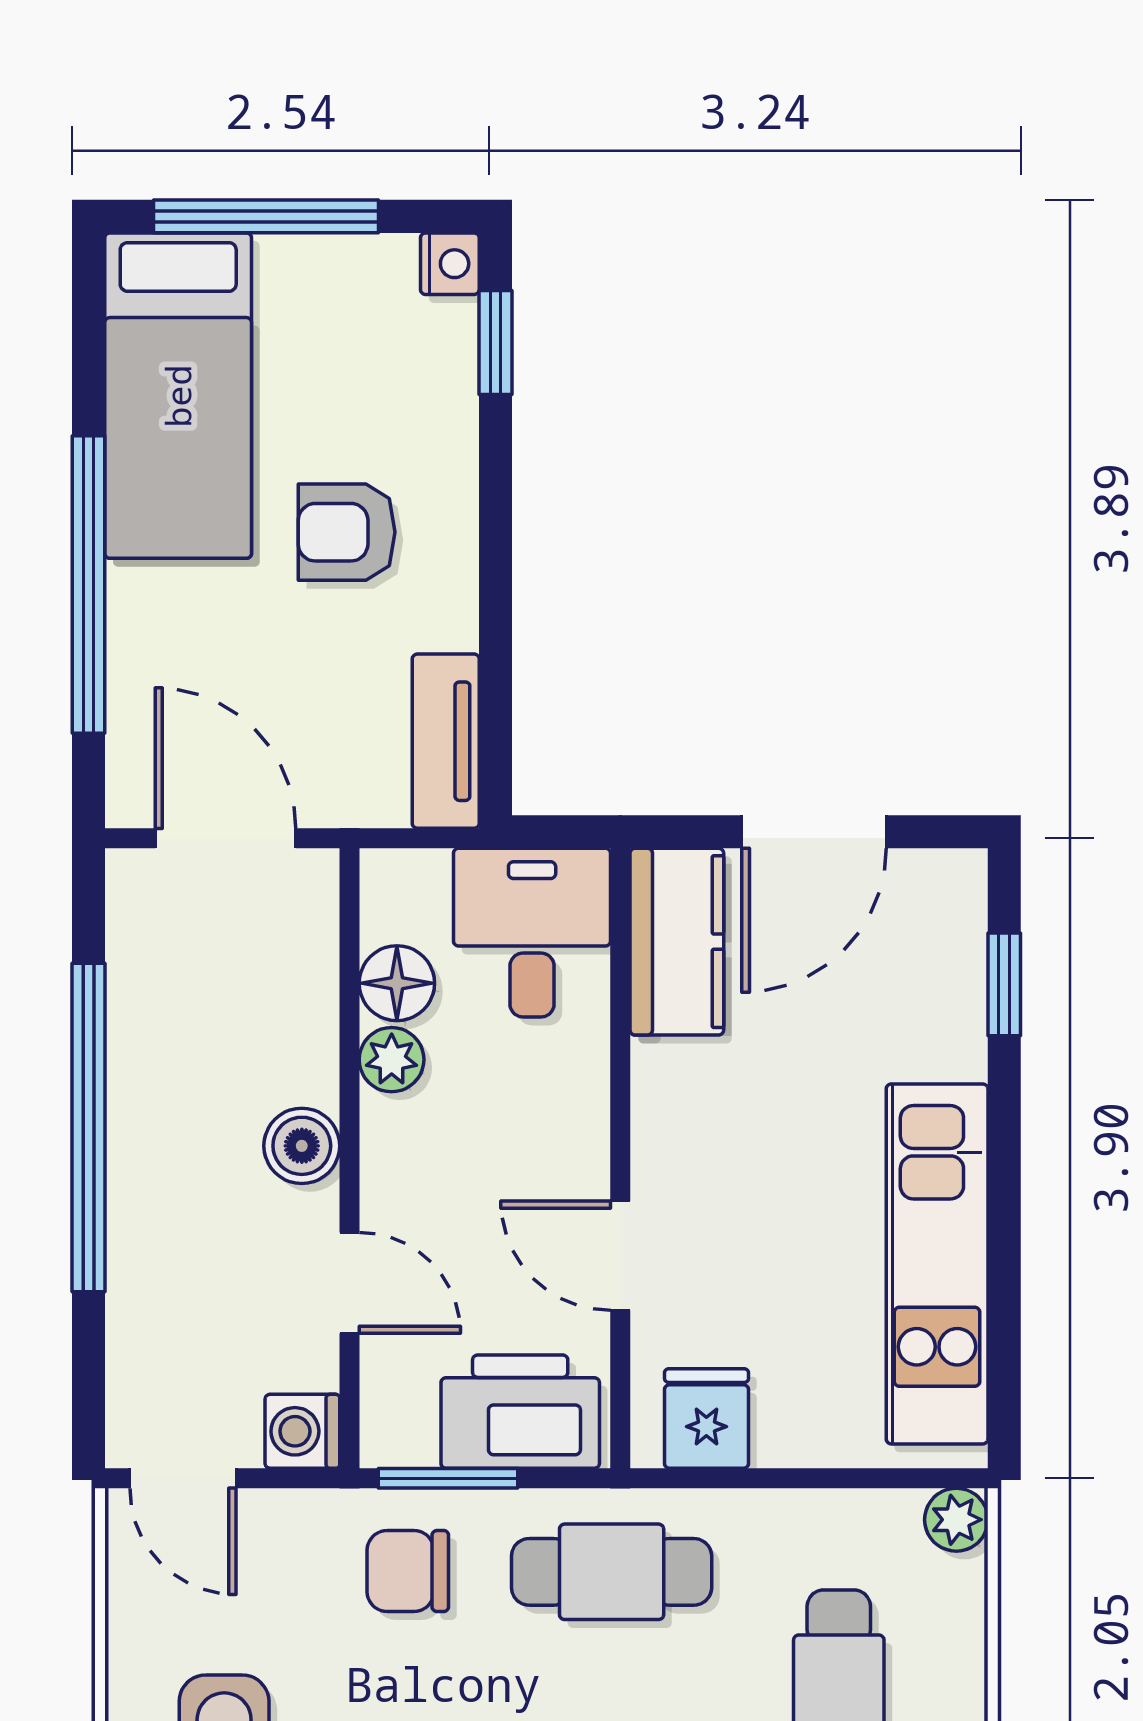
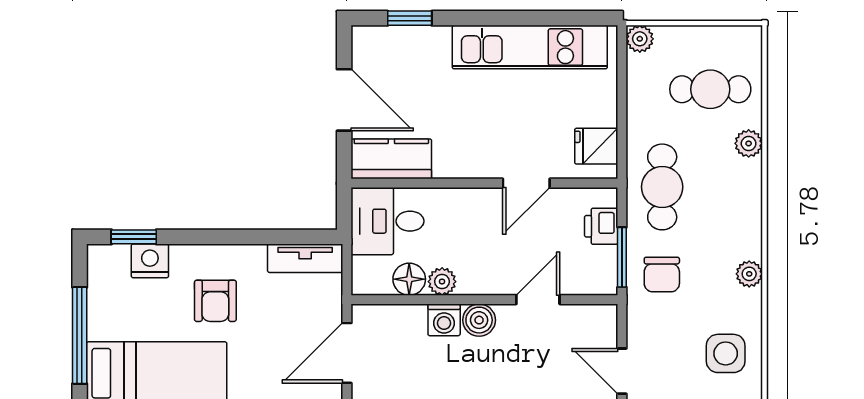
nightstand: (450, 264) -> (150, 261), moved, width x1.39, depth x1.35
printer: (520, 1412) -> (601, 226), width x0.53, depth x0.68
washing machine: (302, 1431) -> (444, 320), moved
door: (183, 1478) -> (622, 371), swing flipped

